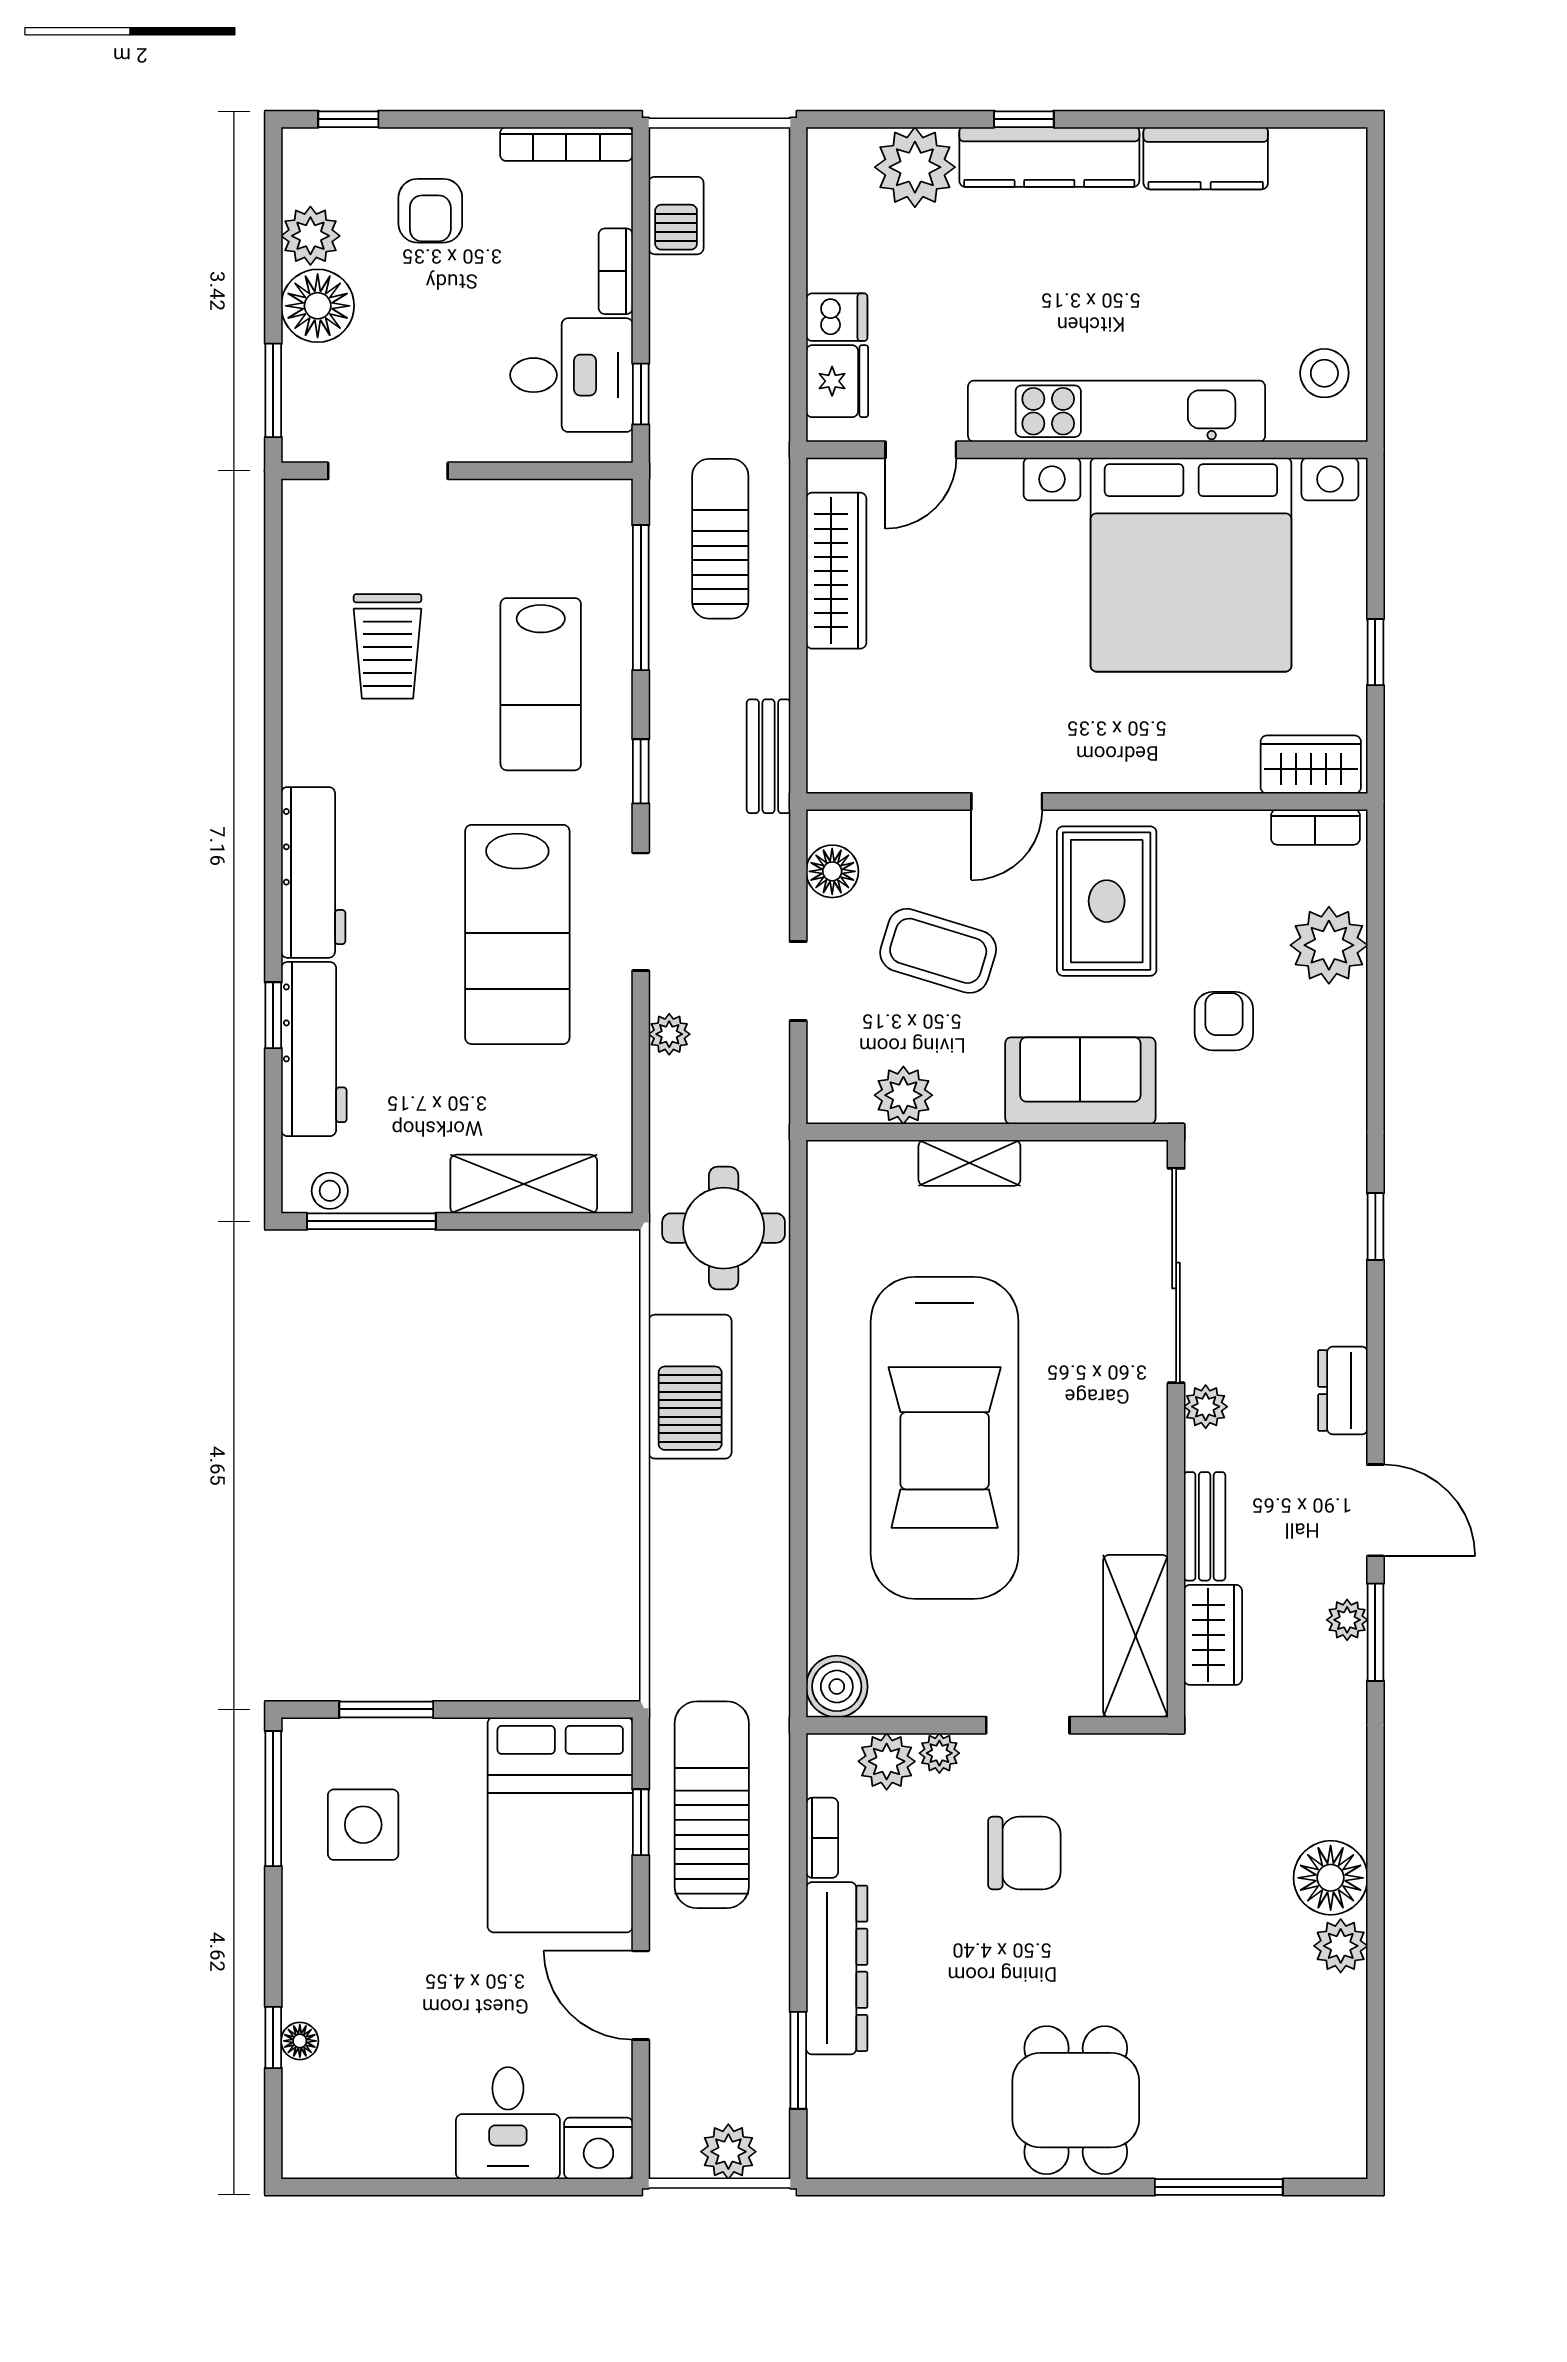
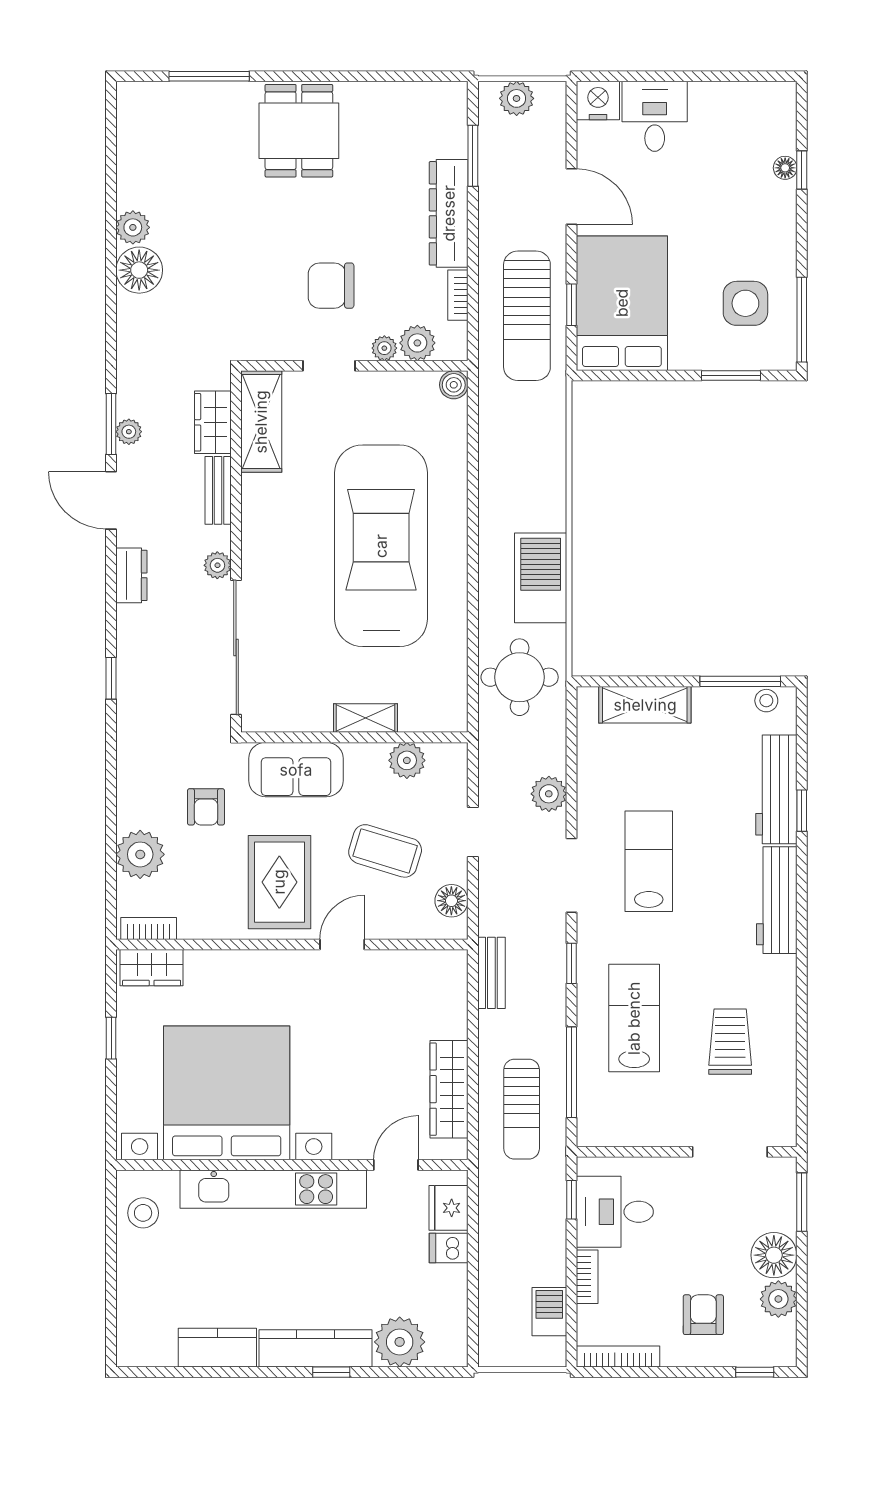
lab bench: (517, 934) -> (649, 861), width x0.73, depth x0.72
plant: (669, 1034) -> (549, 794), width x1.38, depth x1.38
boiler: (837, 1687) -> (454, 385), width x0.73, depth x0.73

